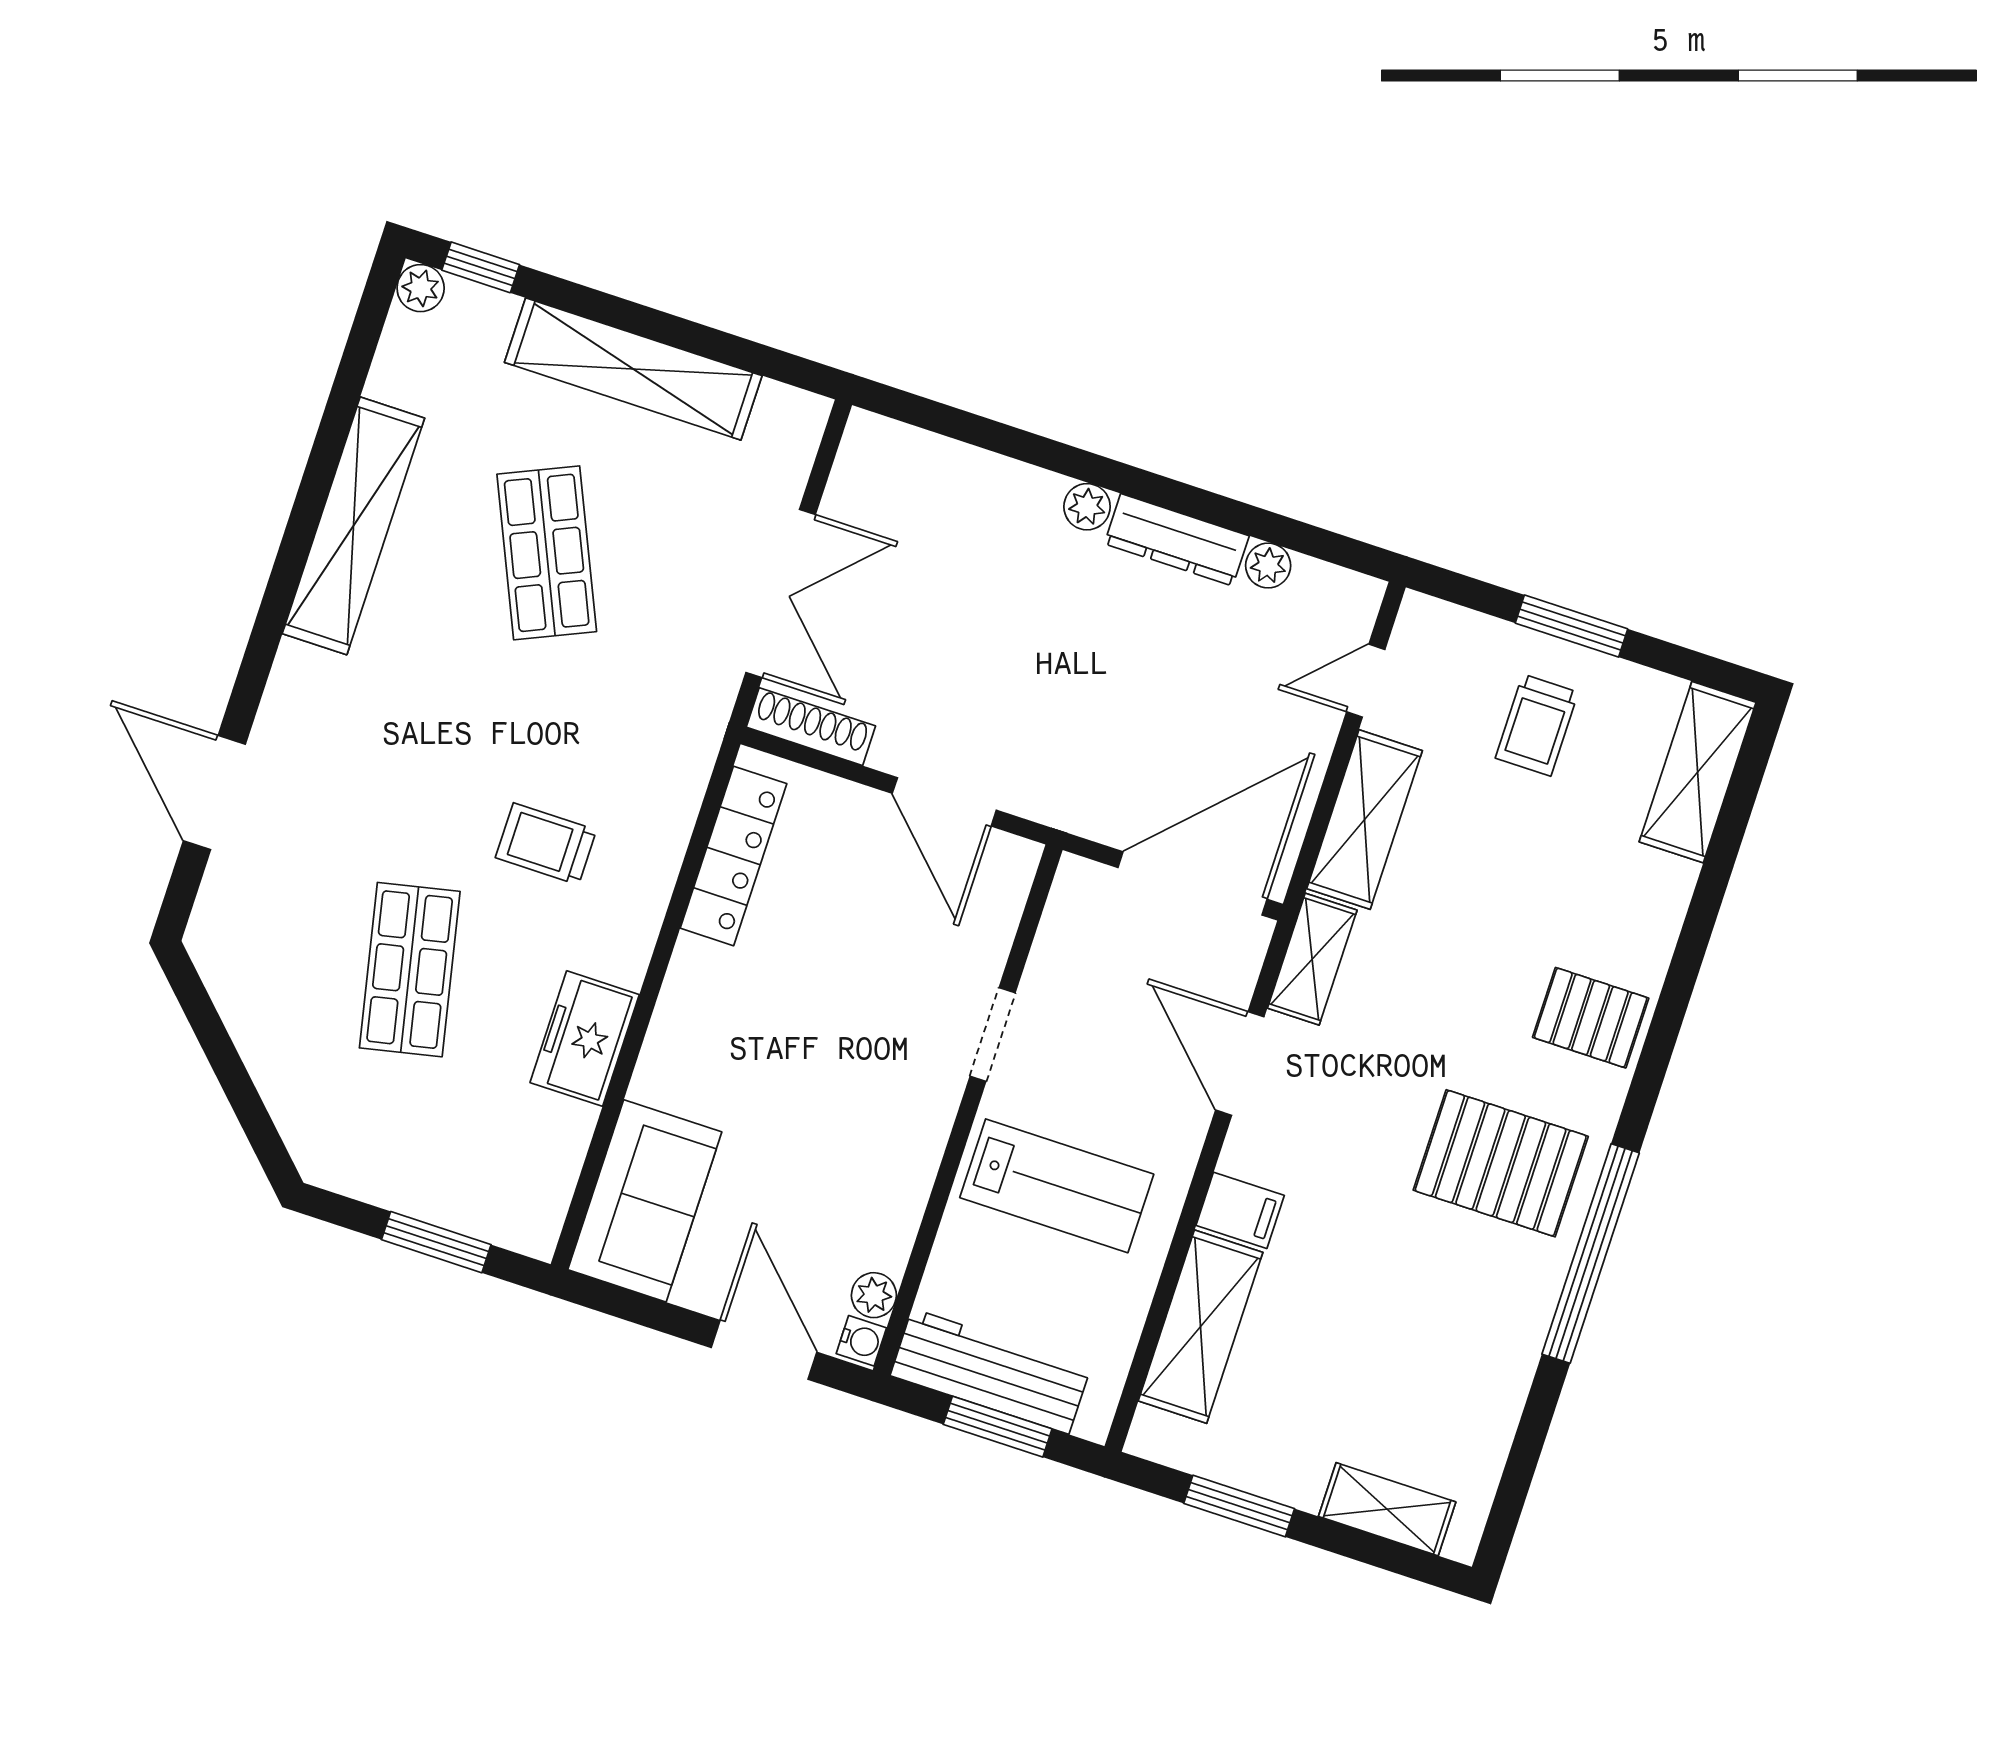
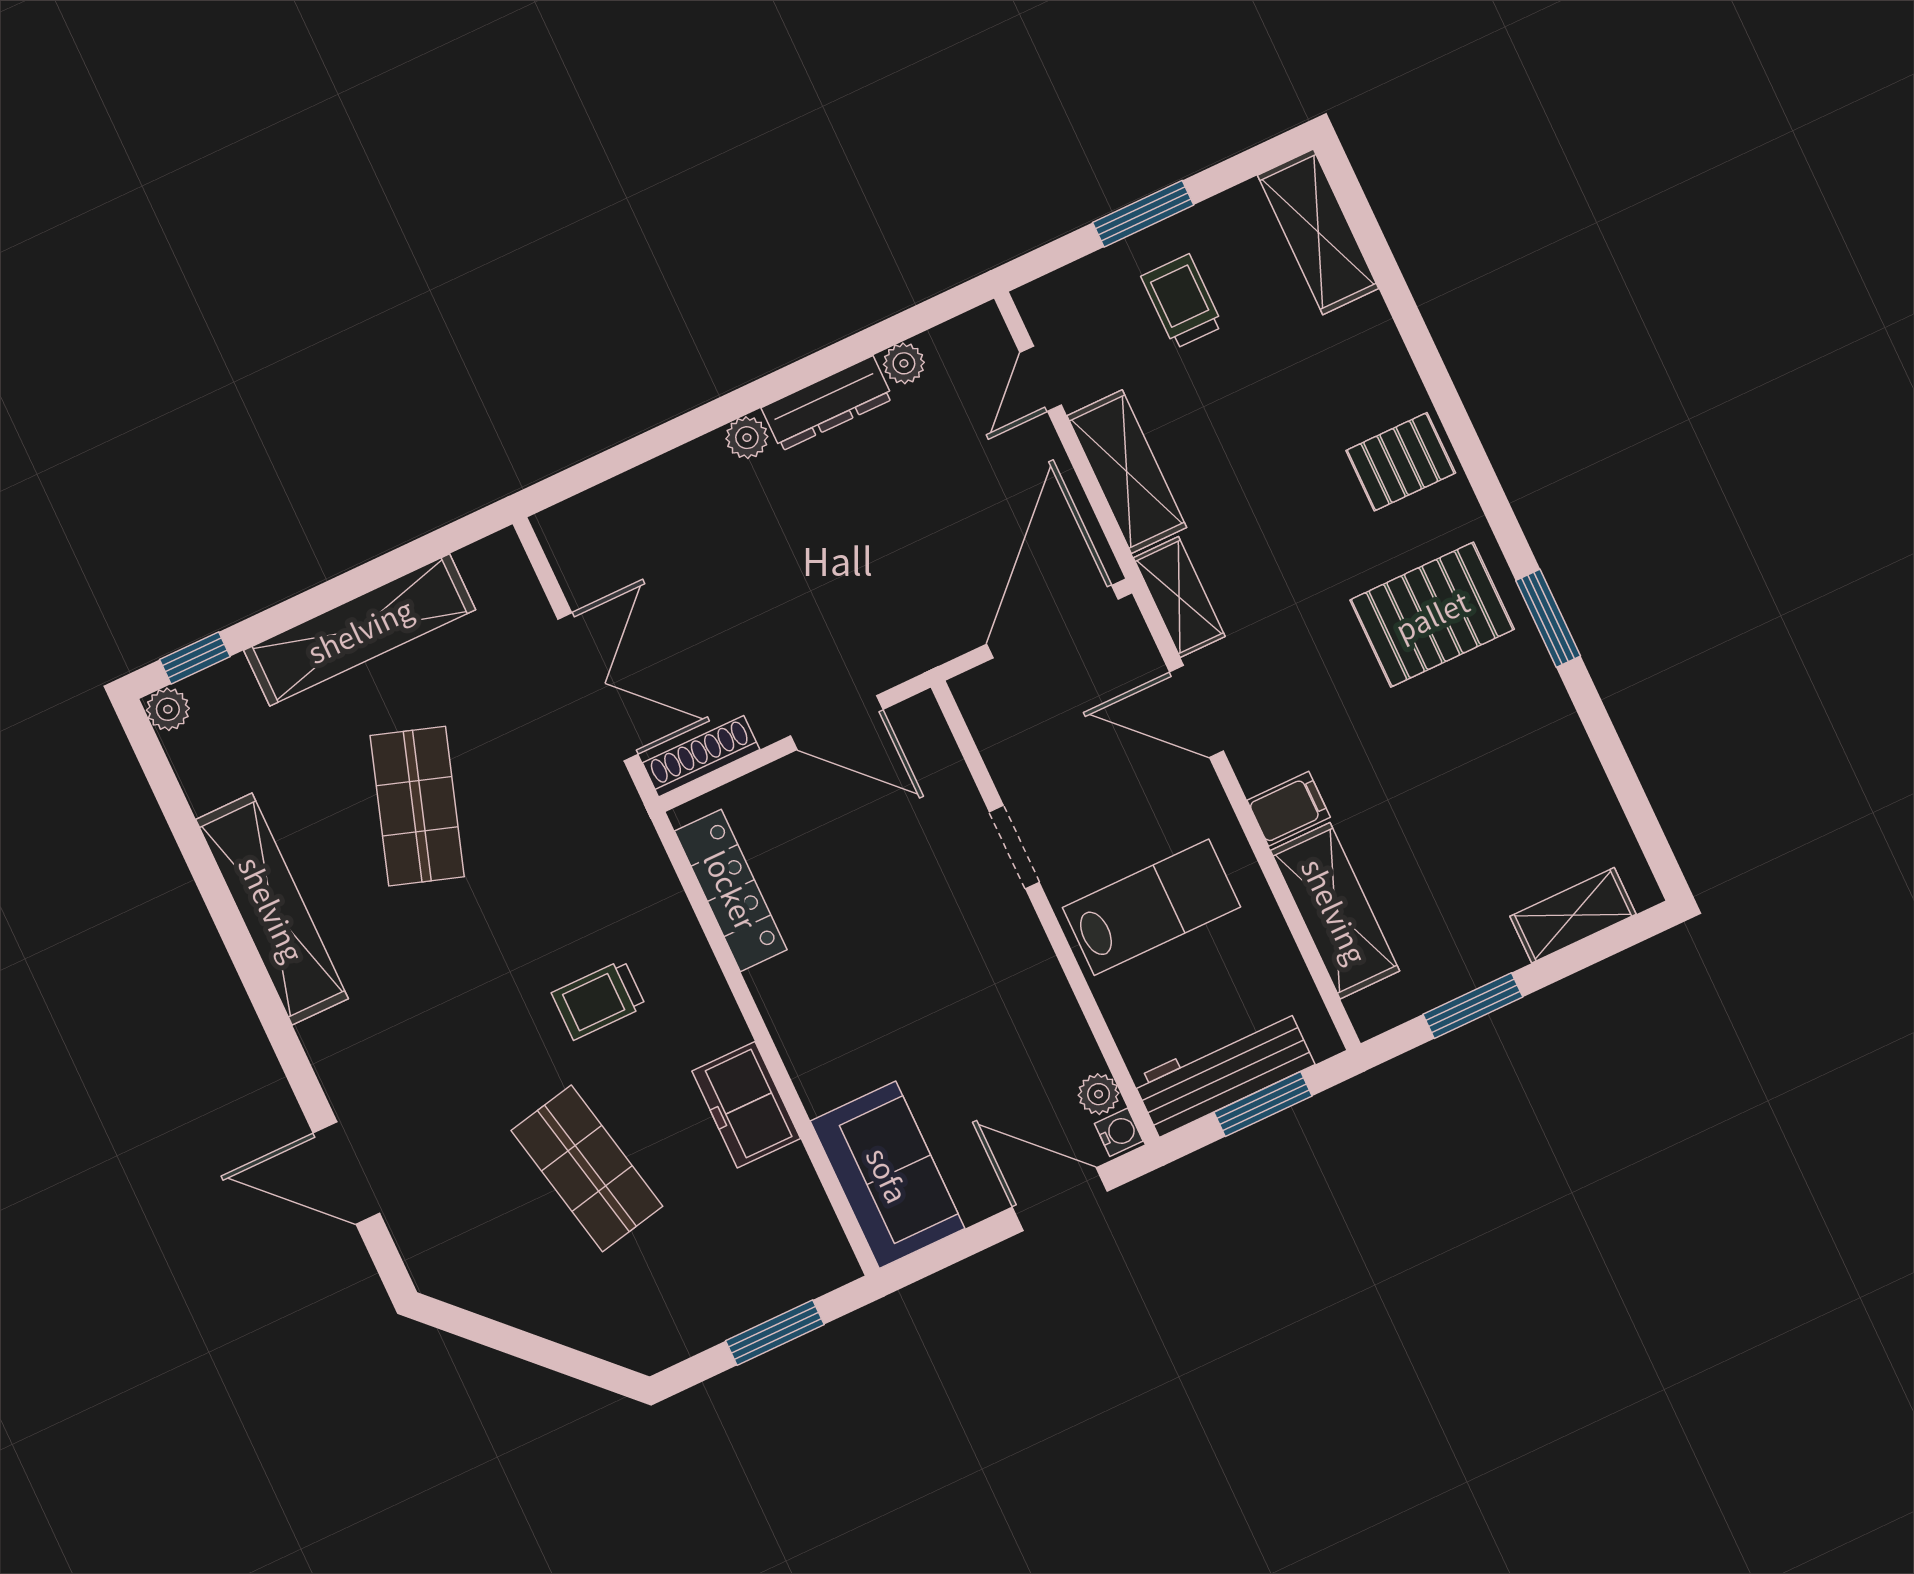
shop shelf: (547, 553) -> (417, 806), turned 42
trolley: (1537, 725) -> (1182, 301), turned 180
window: (1591, 1253) -> (1548, 618), width x0.47

